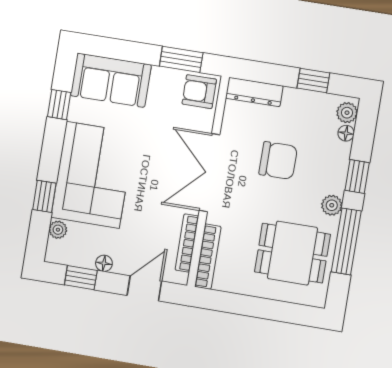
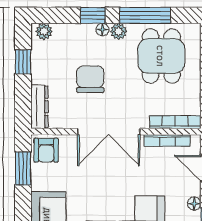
floor lamp: (346, 133) -> (102, 30), moved

